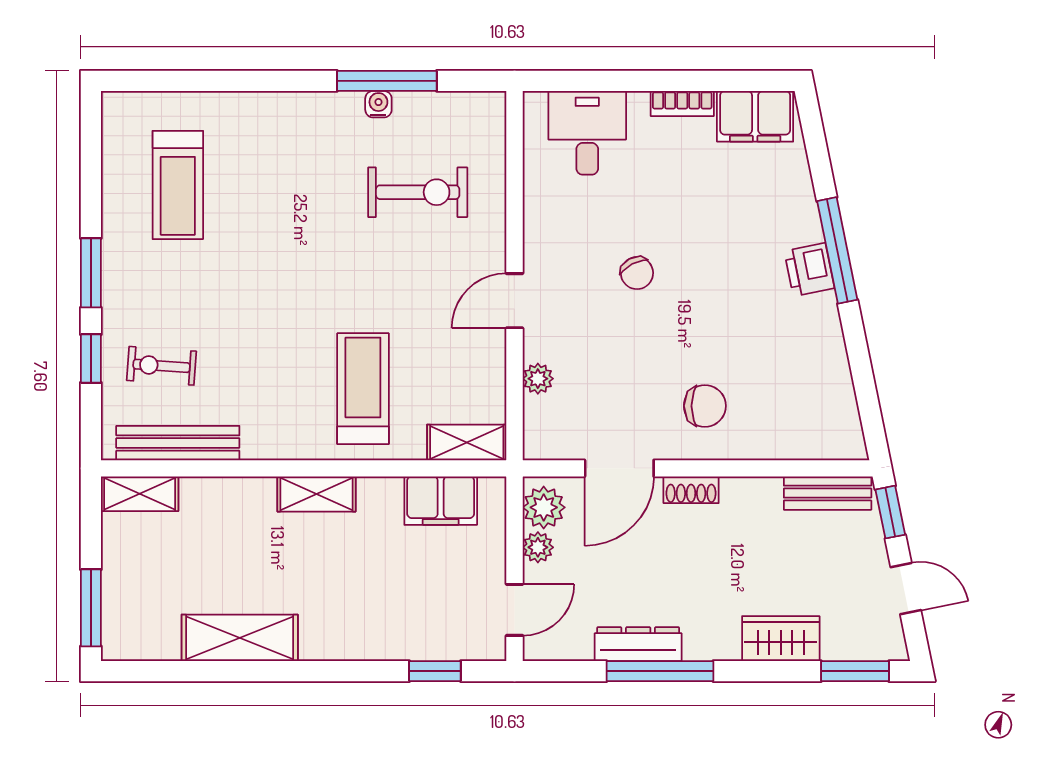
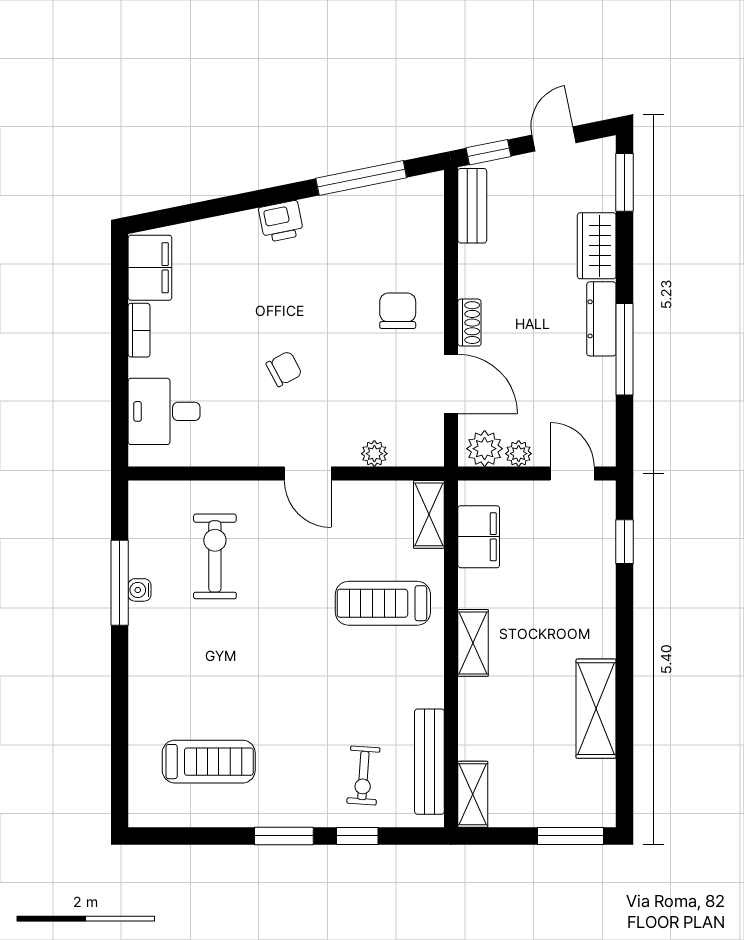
window: (837, 250) -> (361, 178), moved
dresser: (638, 644) -> (601, 319), moved

